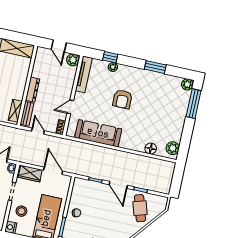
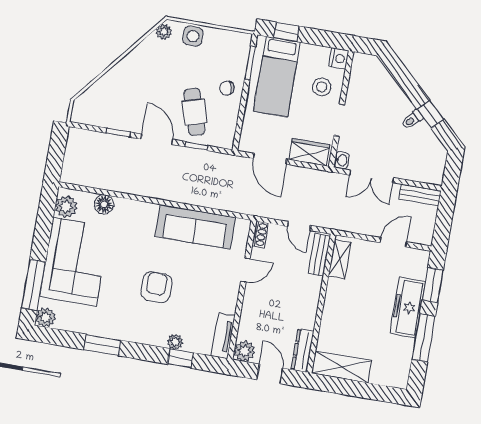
tv unit: (84, 74) -> (223, 336), width x0.71
dresser: (32, 90) -> (302, 350), moved
corner sofa: (169, 116) -> (74, 262), added
cafe table: (140, 208) -> (194, 112), moved

